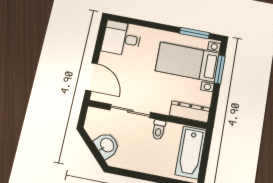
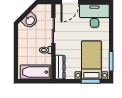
desk: (122, 39) -> (94, 16), width x1.37

